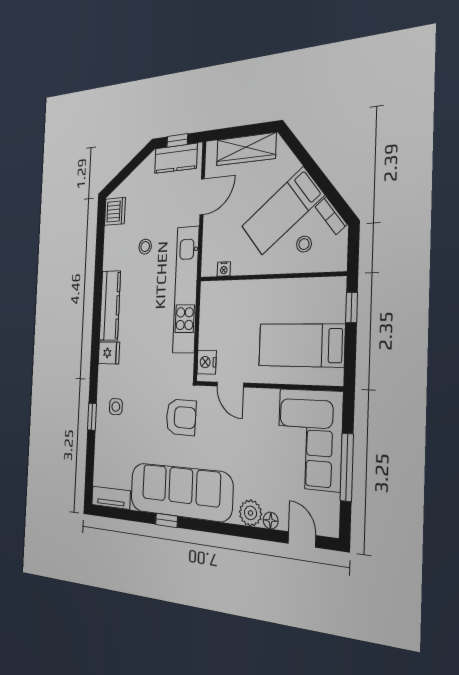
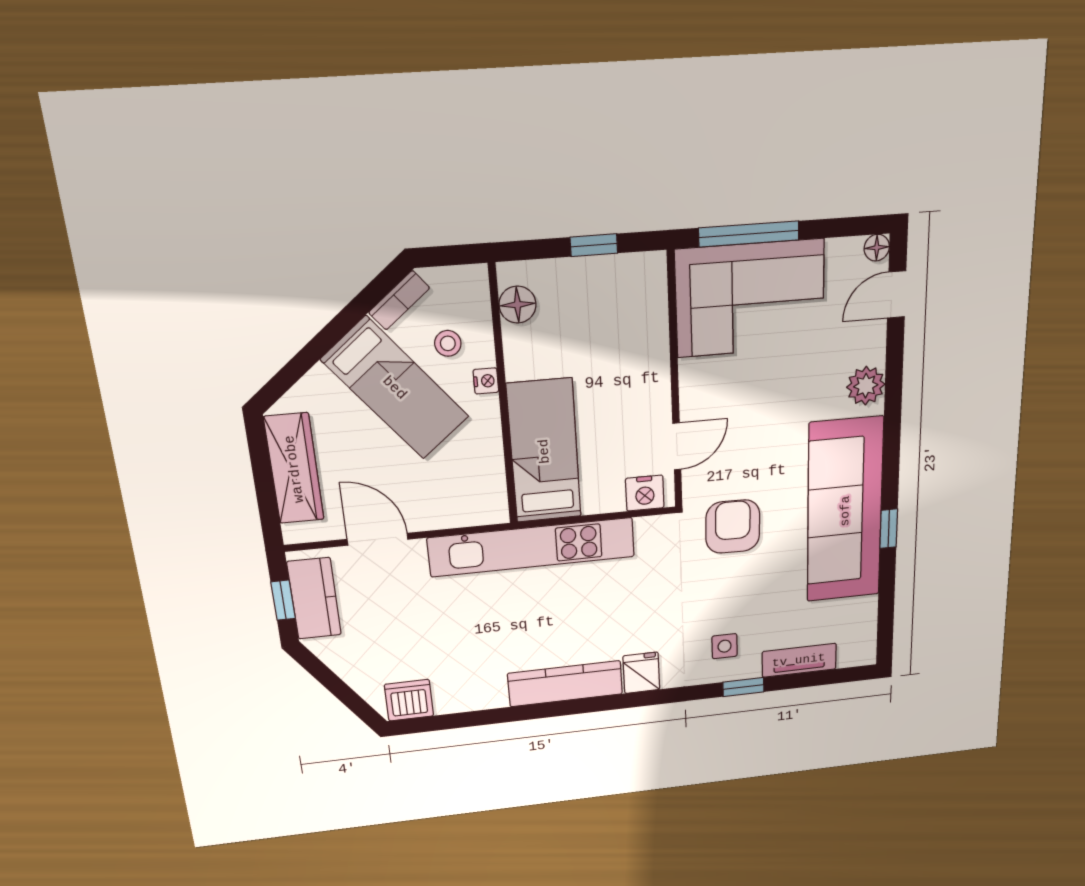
stool: (145, 247) -> (465, 633), removed
nightstand: (224, 269) -> (486, 381), moved
floor lamp: (321, 289) -> (518, 305), added
window: (352, 308) -> (594, 245), moved
bed: (301, 345) -> (544, 451), moved, turned 180
window: (347, 467) -> (749, 234), moved
tv unit: (111, 498) -> (799, 660), moved, turned 90
floor lamp: (271, 521) -> (877, 248), moved

